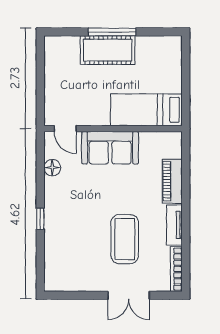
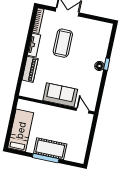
bed: (146, 110) -> (21, 130), moved, turned -90
floor lamp: (52, 168) -> (99, 66), moved

